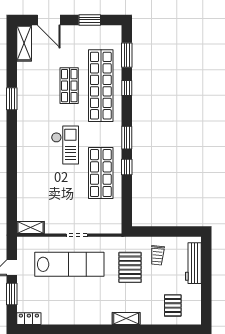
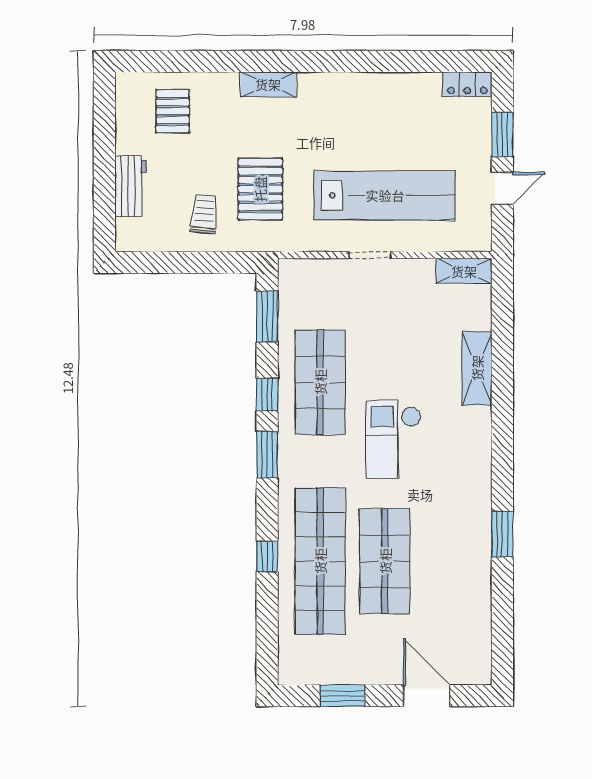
shelving: (24, 43) -> (477, 368), moved
window: (127, 55) -> (267, 317), moved
shop shelf: (69, 86) -> (385, 561), width x1.43, depth x1.36
workbench: (193, 263) -> (131, 186), width x0.73
lab bench: (69, 264) -> (385, 195), turned 180

